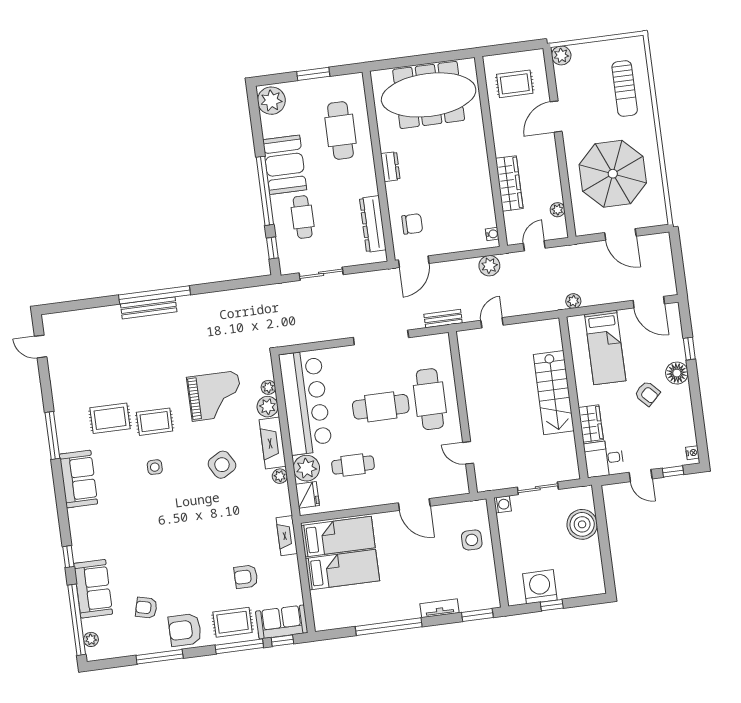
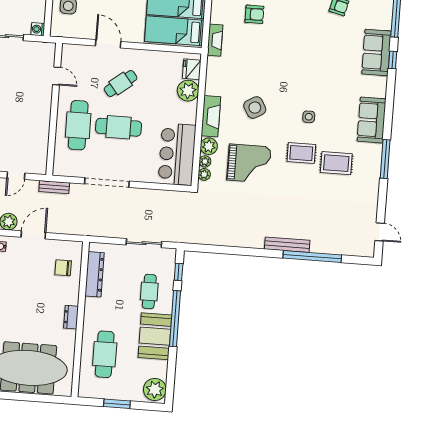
door: (414, 262) -> (33, 235), moved
window: (154, 295) -> (312, 257), moved
grand piano: (215, 396) -> (249, 163), turned 180
bar counter: (306, 403) -> (177, 154), width x0.73
cafe table: (353, 465) -> (121, 83), moved, turned -38
plant: (280, 476) -> (204, 174), moved
sofa: (93, 589) -> (376, 52), moved

